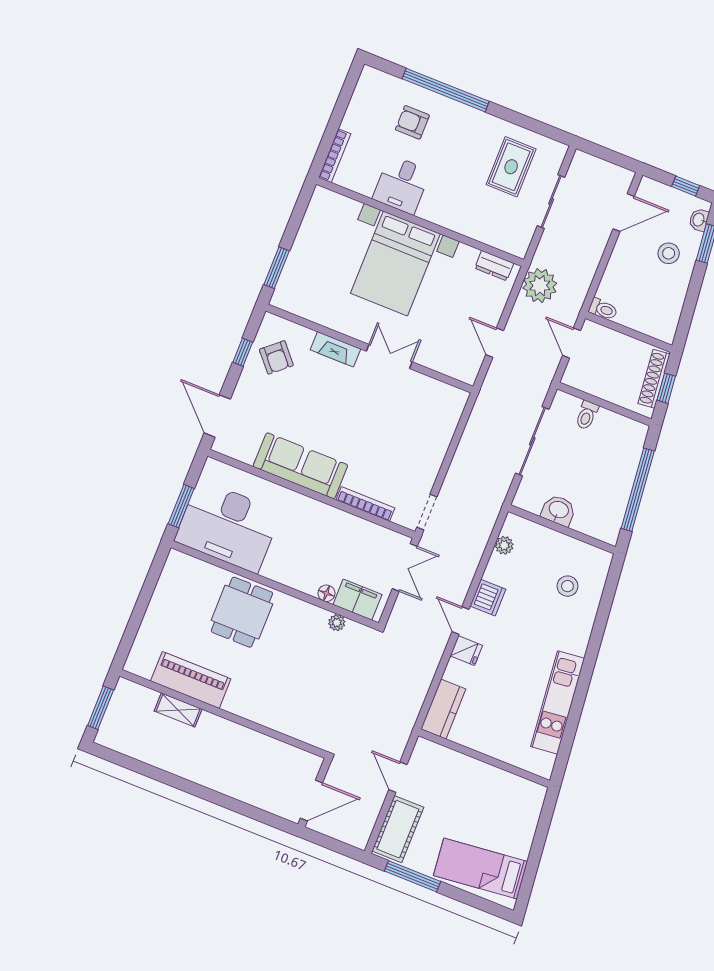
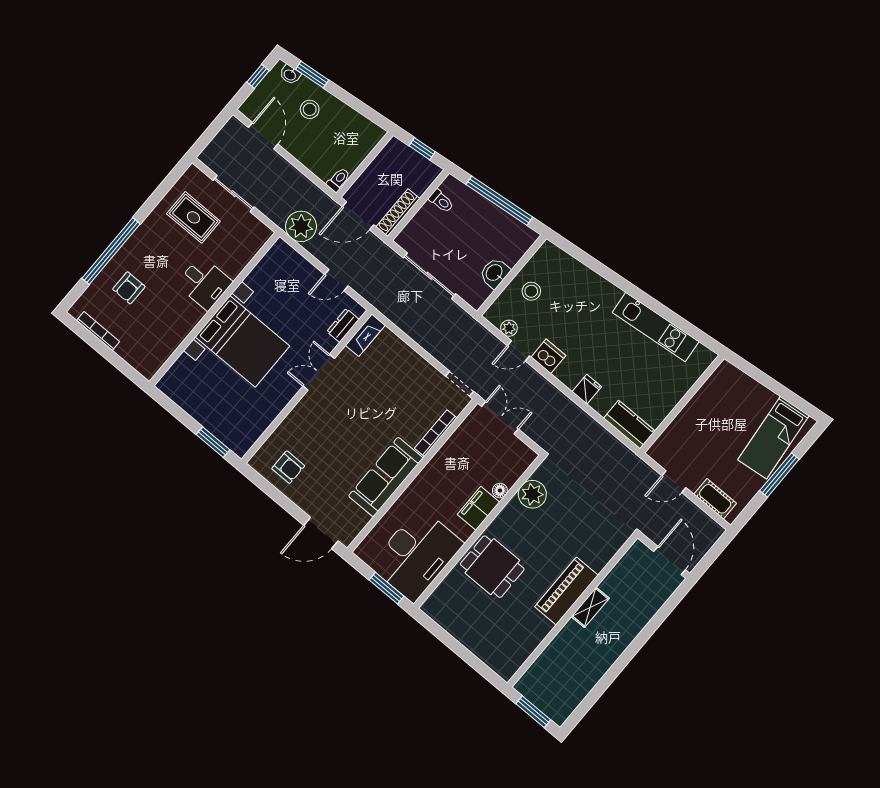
bookcase: (335, 156) -> (98, 331), moved
desk: (402, 185) -> (204, 283), moved
dresser: (494, 266) -> (343, 325), moved, turned 180
door: (571, 343) -> (358, 216), width x1.38
fireplace: (335, 349) -> (365, 335), moved
window: (243, 352) -> (275, 494), removed
armchair: (276, 357) -> (288, 467), turned 41
shoe rack: (654, 379) -> (398, 213), moved, turned 96
toilet: (587, 415) -> (441, 201), moved
stool: (567, 586) -> (531, 291), moved
filing cabinet: (357, 600) -> (478, 508), moved
door: (461, 621) -> (518, 351), moved
plant: (337, 623) -> (532, 494), width x1.87, depth x1.87
piano: (191, 680) -> (566, 591), moved
shelving: (178, 710) -> (590, 607), moved
cot: (398, 829) -> (715, 499), width x0.73, depth x0.75
window: (412, 876) -> (779, 475), moved

